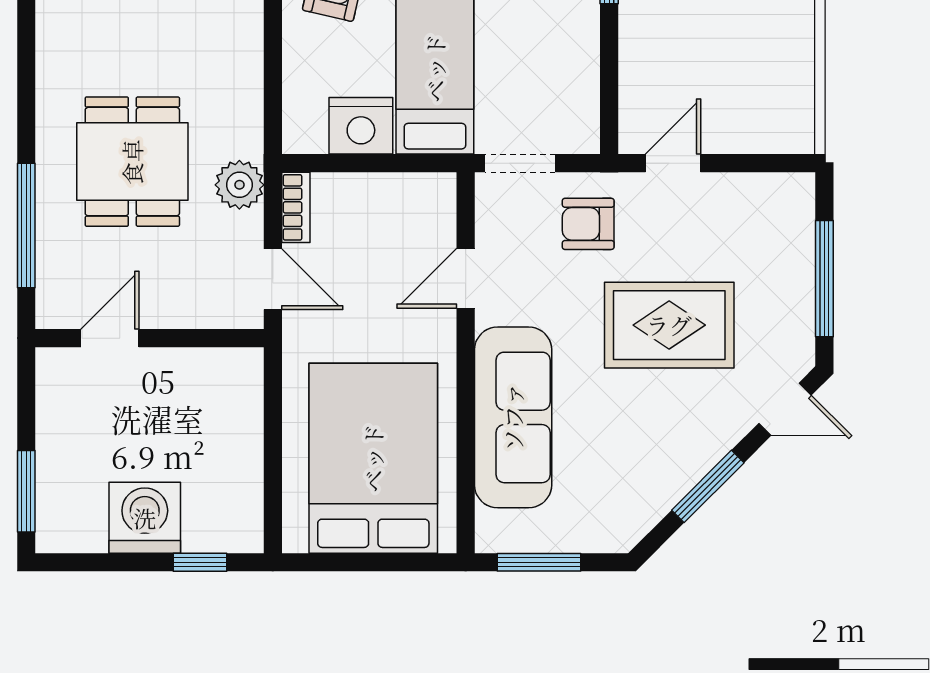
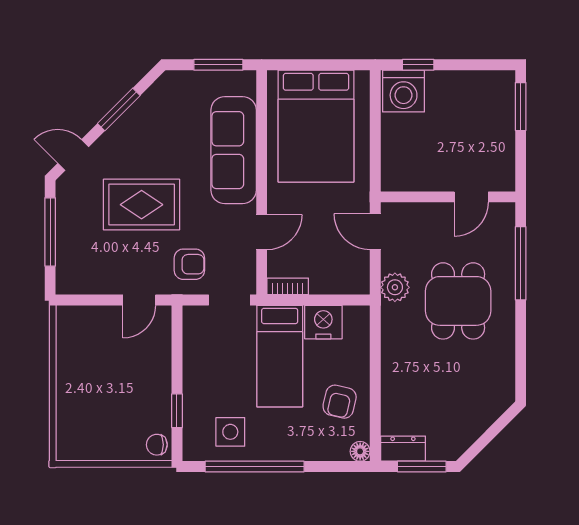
bookcase: (296, 207) -> (288, 286), moved, turned 90
washing machine: (145, 518) -> (404, 91), moved

